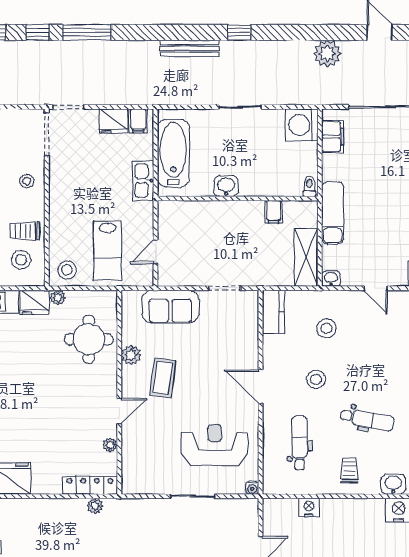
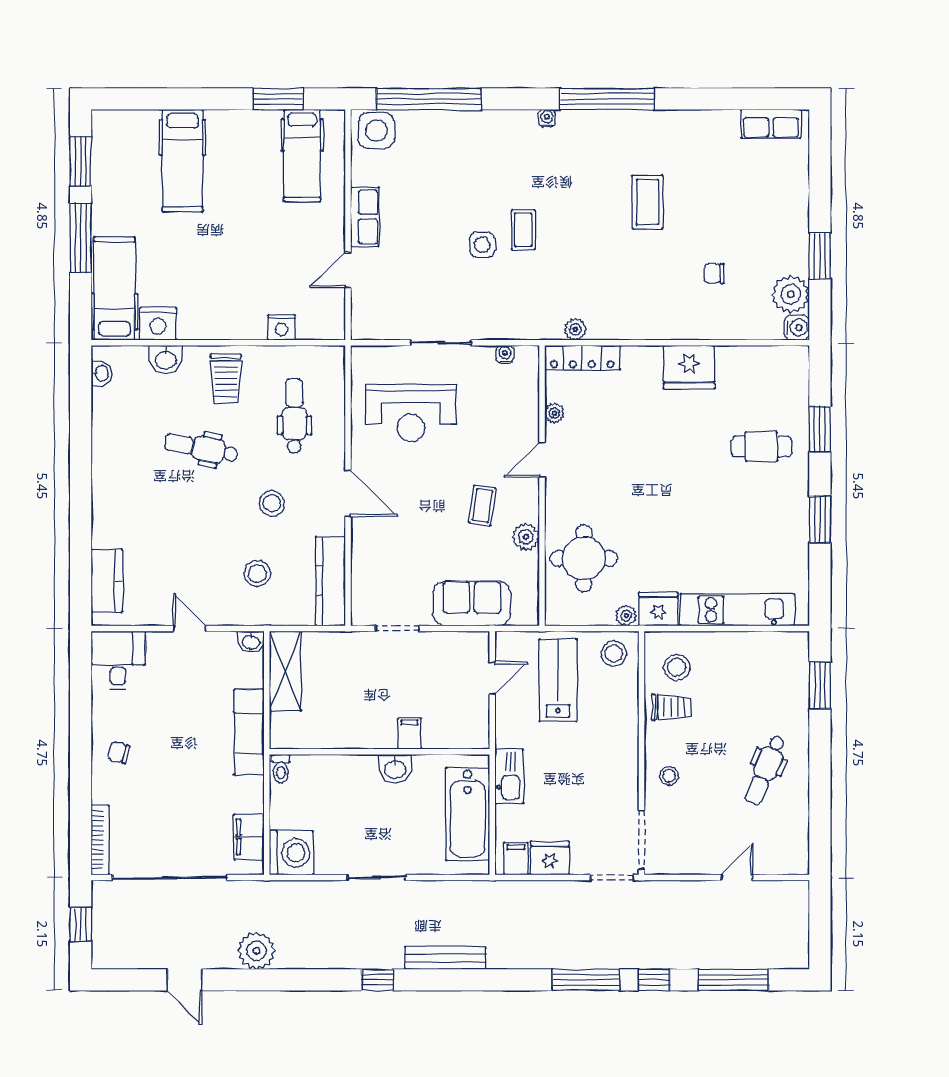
filing cabinet: (274, 212) -> (409, 733), moved
kitchen counter: (273, 312) -> (330, 581), width x1.50
coffee table: (163, 378) -> (482, 505), width x0.73, depth x0.77
dental chair: (300, 443) -> (294, 416), turned 180
trolley: (349, 470) -> (226, 378), width x1.36, depth x1.39
water cooler: (252, 488) -> (505, 354), moved

